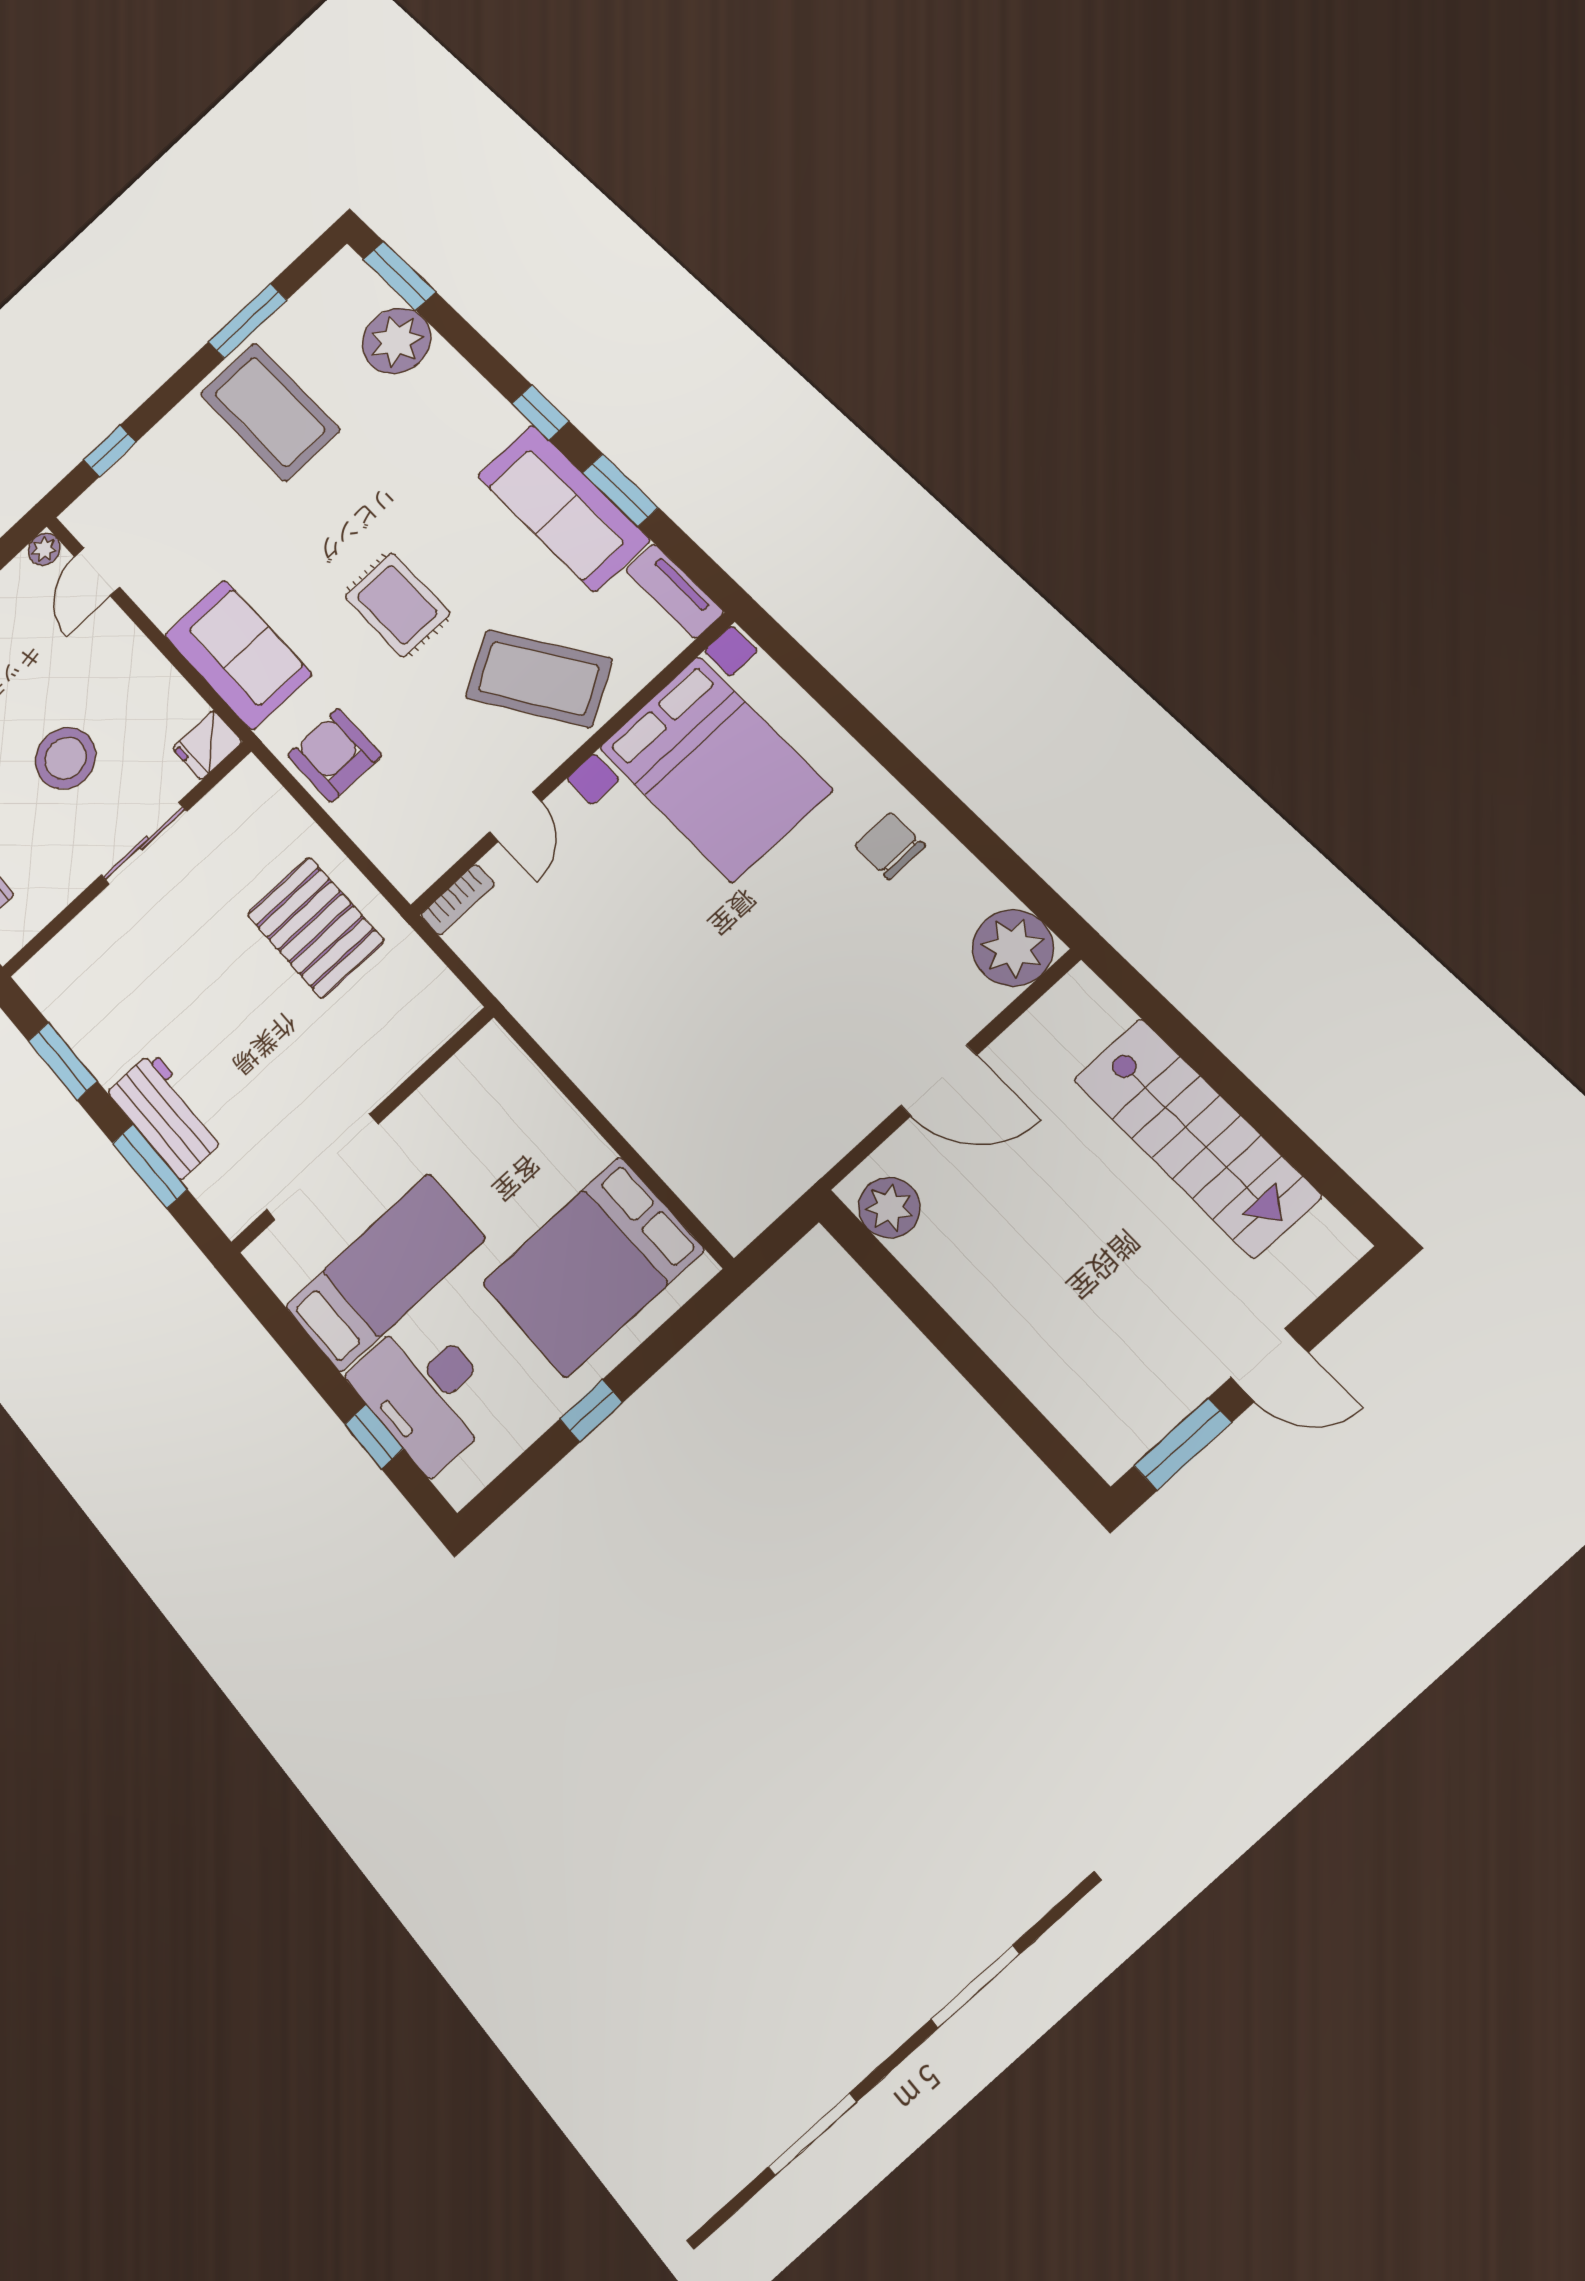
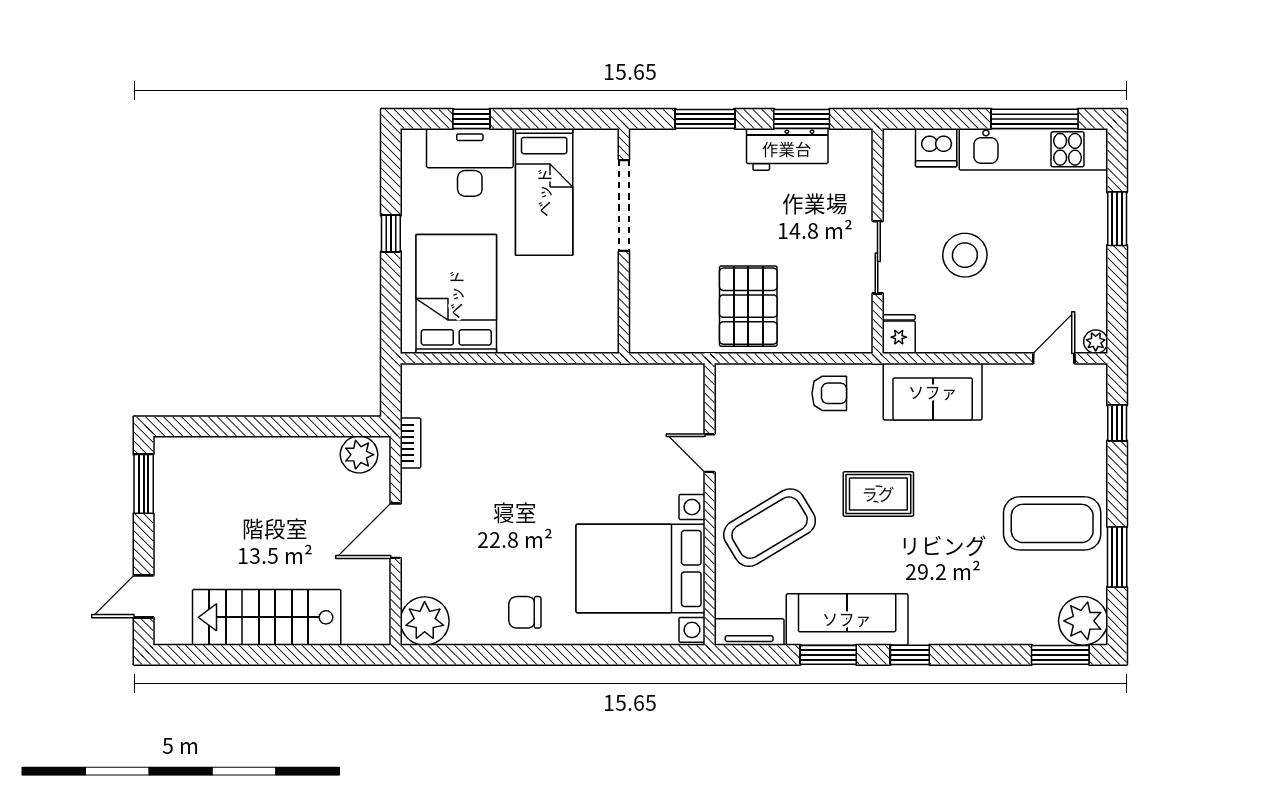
plant: (396, 341) -> (1083, 621), moved
door: (97, 572) -> (1054, 358), hinge flipped
armchair: (335, 755) -> (829, 393), width x0.72, depth x0.72
chair: (890, 846) -> (525, 612), turned 180
bookcase: (458, 900) -> (410, 443), moved, turned 180
pallet: (315, 928) -> (748, 306), turned 90
workbench: (167, 1115) -> (787, 149), moved
door: (1269, 1365) -> (144, 596), moved

